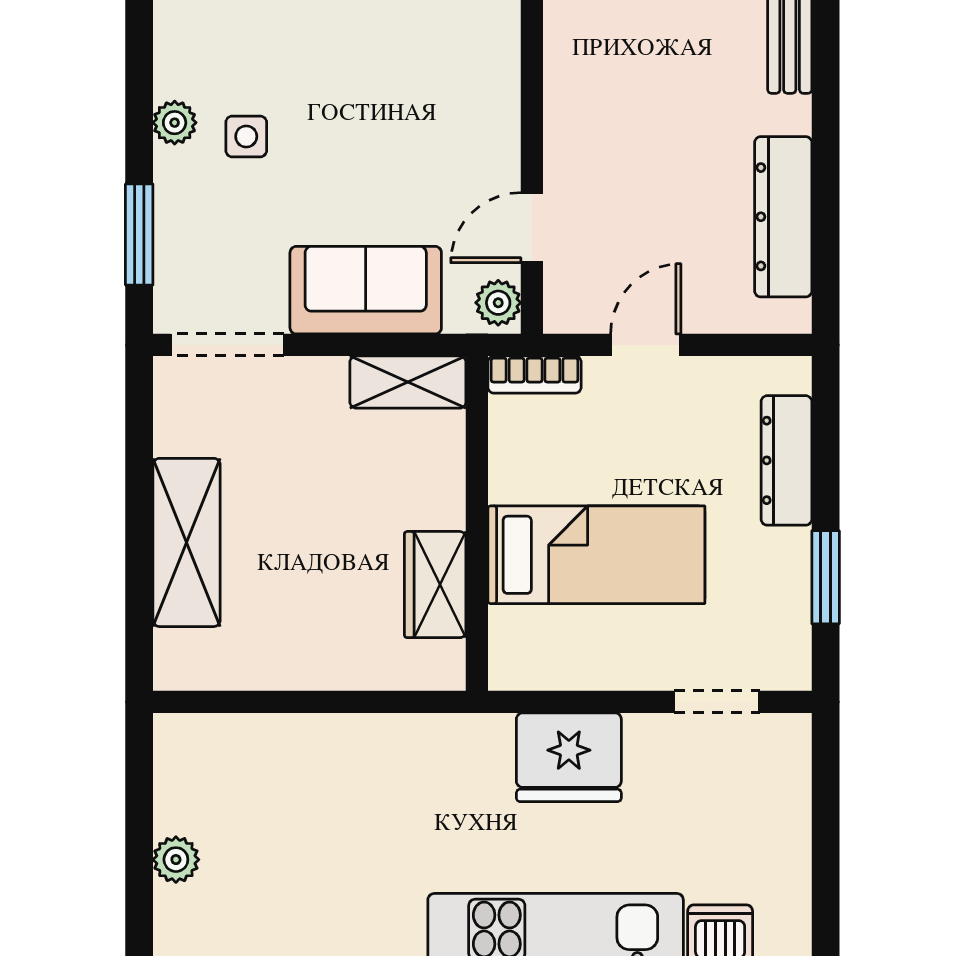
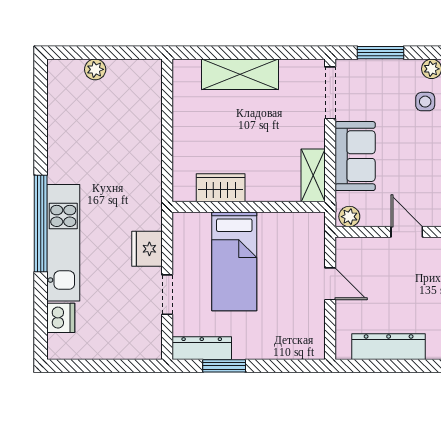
door: (532, 228) -> (407, 232), moved
bookcase: (535, 375) -> (317, 233), removed
dresser: (786, 460) -> (202, 348), moved
doorway: (717, 702) -> (167, 295), moved
fridge: (569, 757) -> (147, 249), width x0.73, depth x0.75

